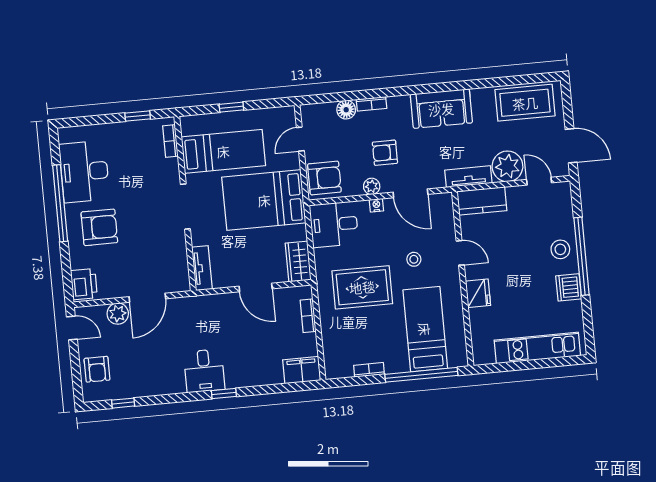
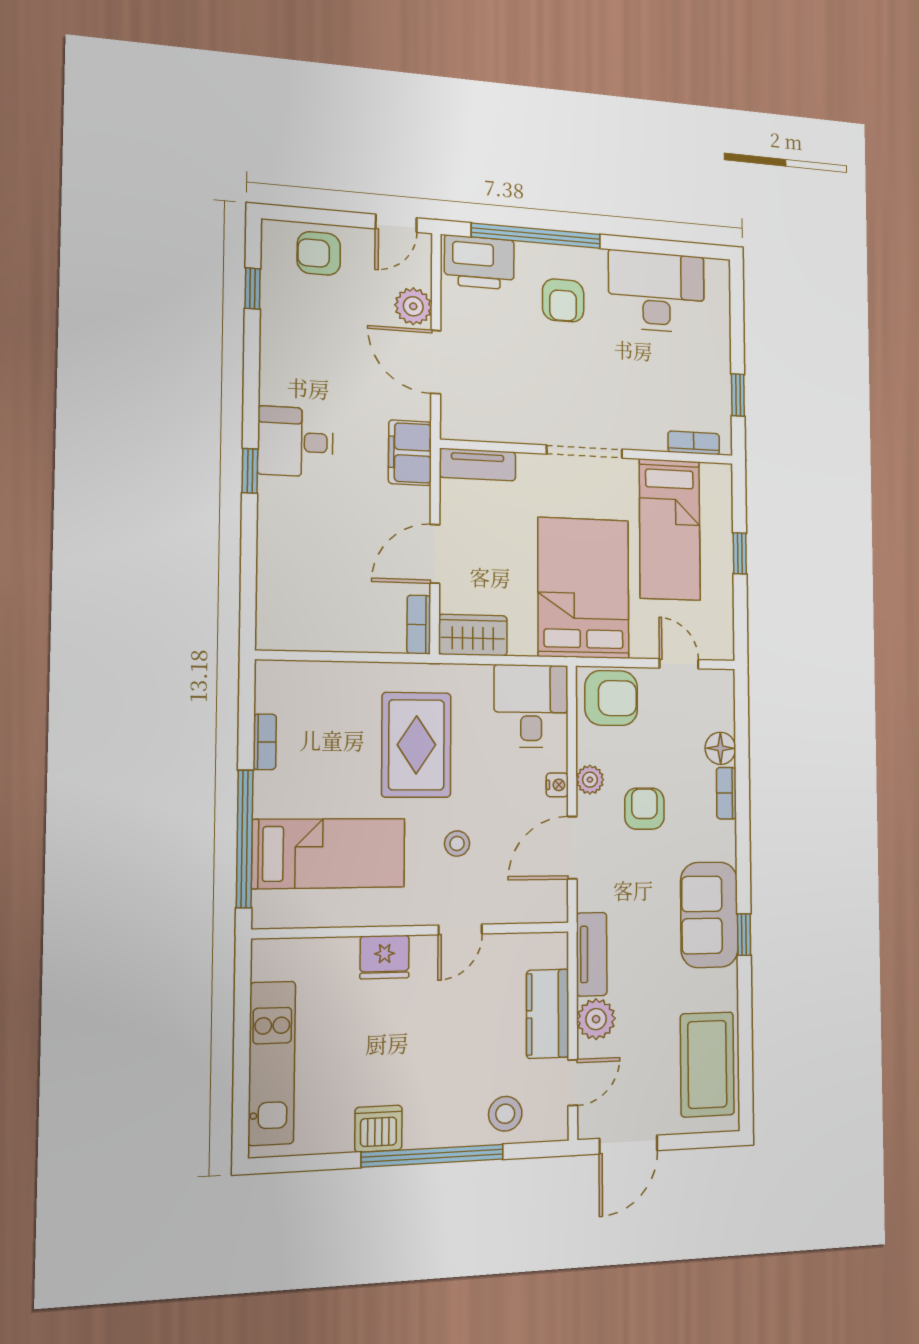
window: (451, 86) -> (744, 935), added
plant: (507, 166) -> (596, 1019), width x0.73, depth x0.73
armchair: (324, 178) -> (611, 698), turned -90
kitchen counter: (482, 201) -> (548, 1014), moved
window: (60, 203) -> (536, 236), moved
armchair: (99, 227) -> (563, 300), width x0.72, depth x0.72
stool: (560, 249) -> (505, 1114), moved
printer: (84, 284) -> (479, 262), width x1.37, depth x1.19
bookcase: (308, 316) -> (419, 625), moved, turned -90
filing cabinet: (302, 370) -> (410, 453), moved, turned 180

